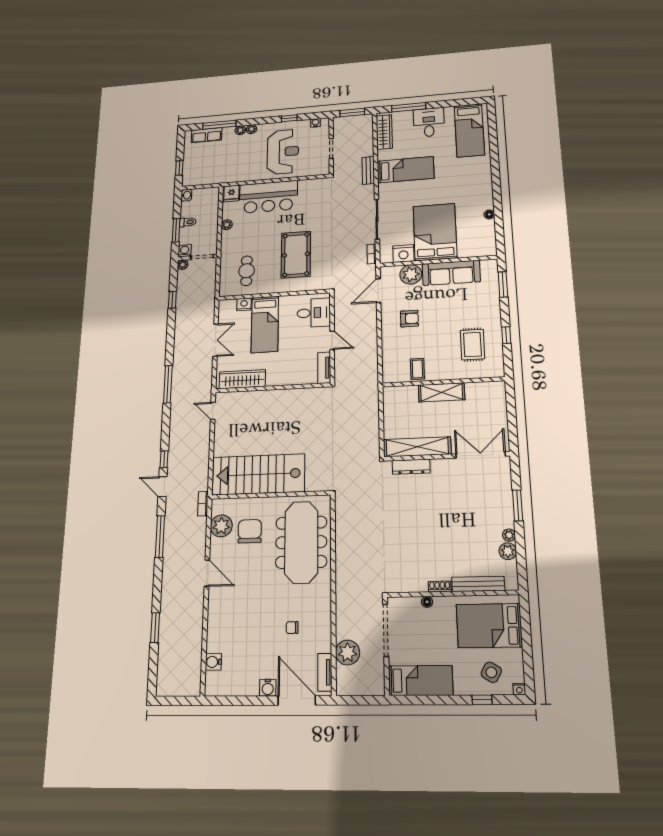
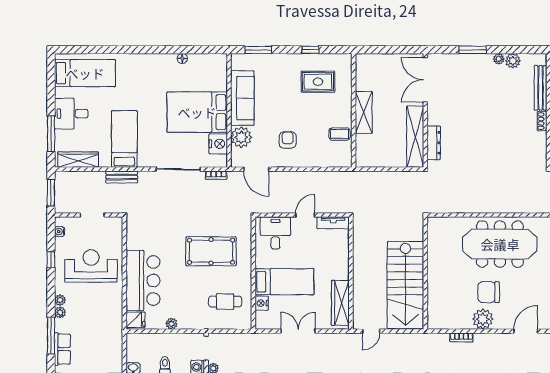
stairs: (258, 474) -> (405, 285), moved
wall: (271, 495) -> (425, 273), moved

